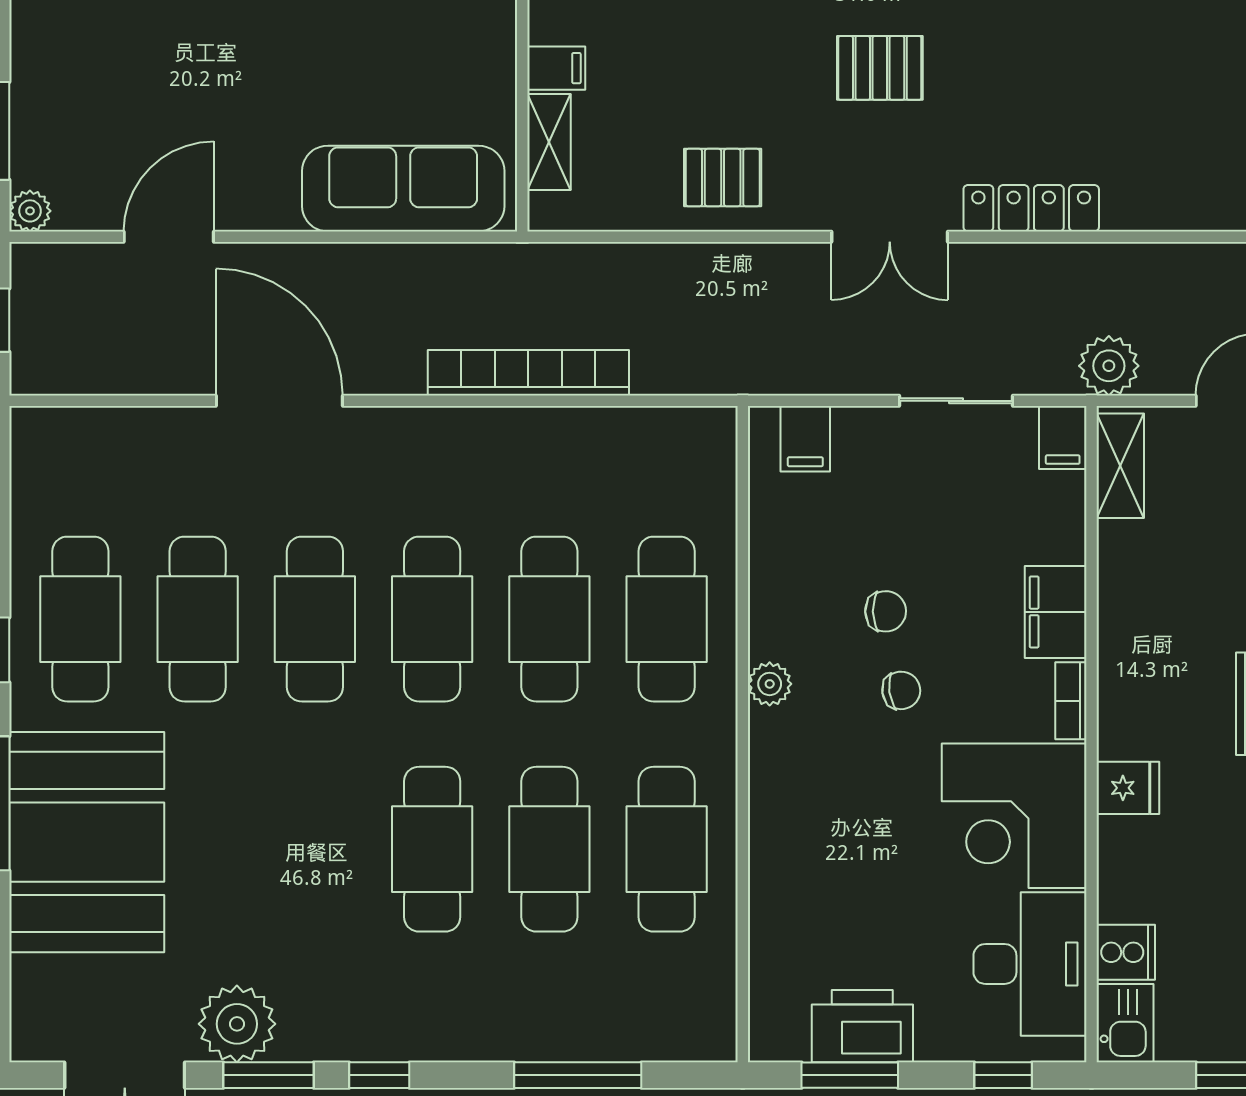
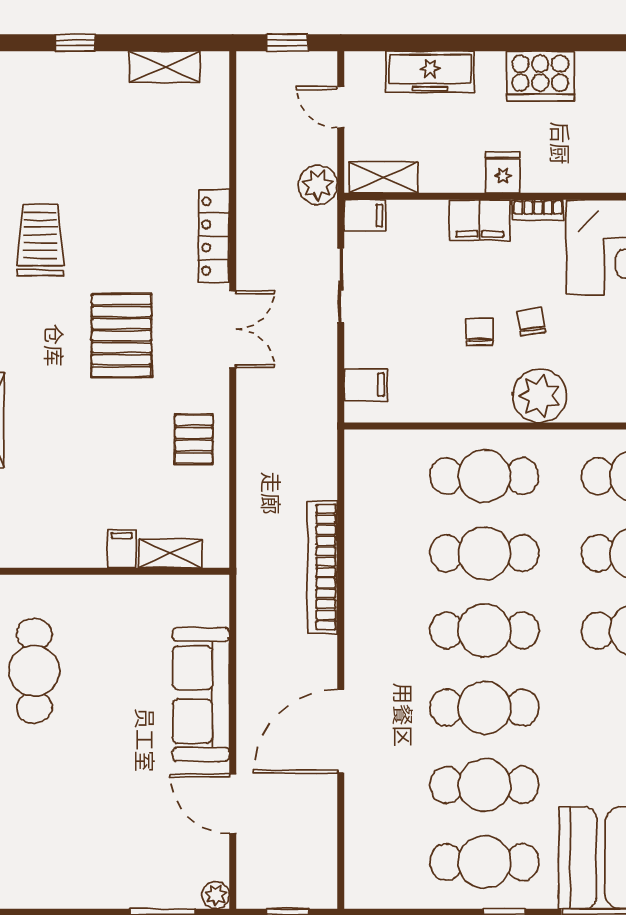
pallet: (880, 68) -> (122, 336), width x1.50, depth x1.42
sofa: (403, 189) -> (201, 694), moved
plant: (770, 684) -> (540, 396), width x1.88, depth x1.88
fridge: (1128, 788) -> (503, 172), moved

